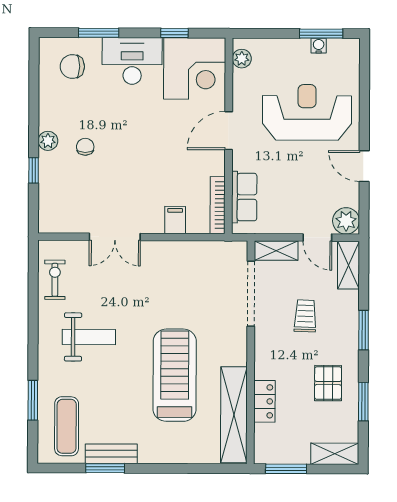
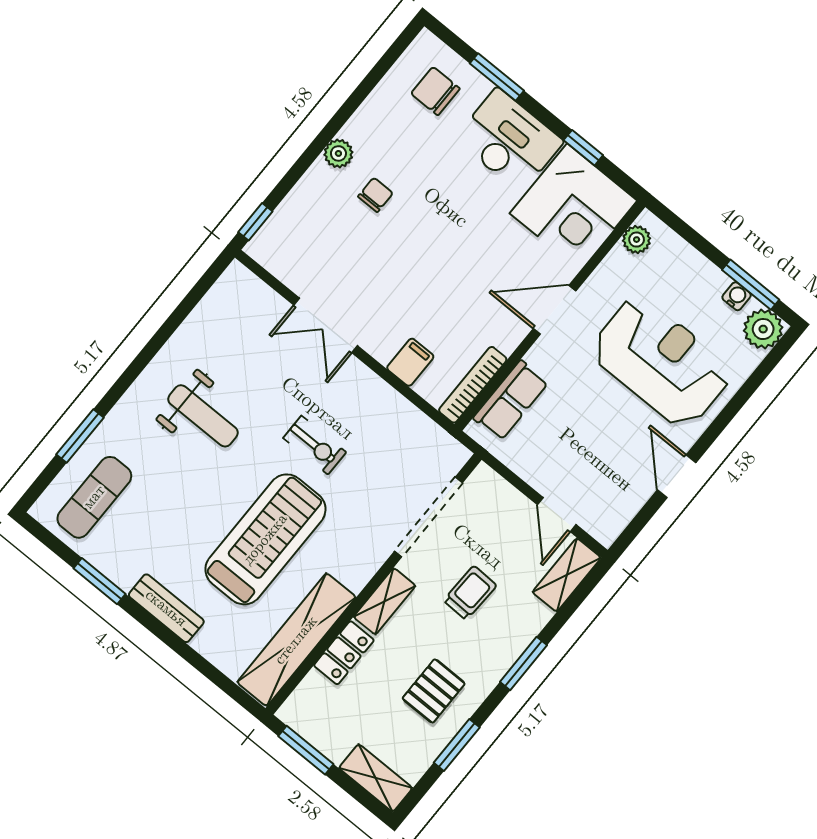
window: (34, 170) -> (255, 222), moved
plant: (346, 221) -> (763, 329), moved
shelving: (276, 251) -> (385, 601), moved, turned 90
exercise bike: (55, 280) -> (315, 445), moved, turned 90
bench: (111, 454) -> (166, 608), moved

